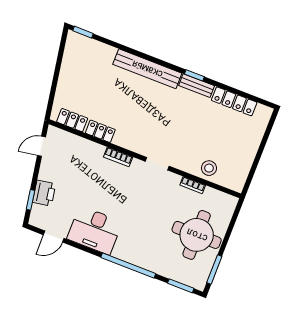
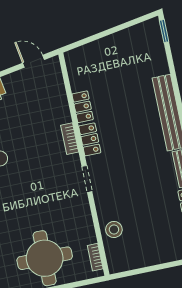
locker: (72, 120) -> (90, 139), moved
bookcase: (193, 185) -> (95, 257), moved

